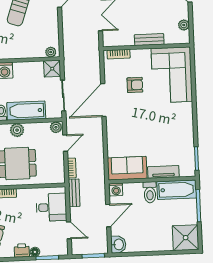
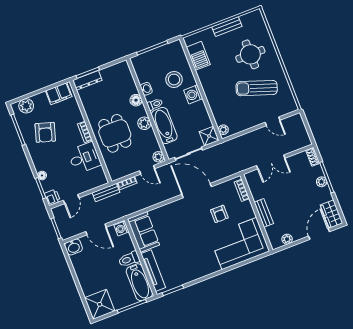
tv unit: (163, 172) -> (153, 271), width x1.41
desk: (51, 207) -> (84, 158), moved, turned -90
printer: (22, 250) -> (52, 197), moved

